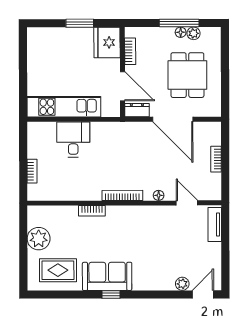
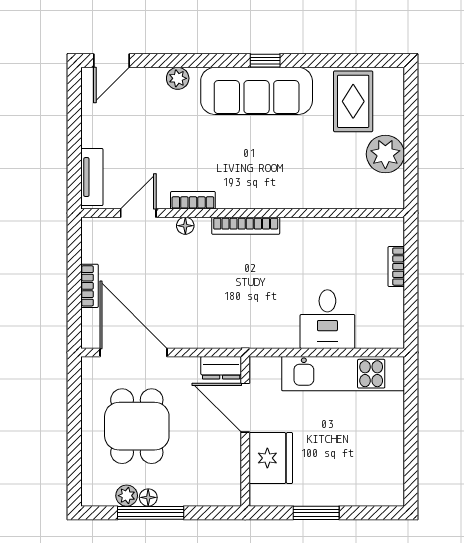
fridge: (107, 42) -> (271, 458), moved
bookcase: (130, 51) -> (232, 466), removed
door: (173, 119) -> (134, 352), moved
door: (187, 203) -> (138, 213), swing flipped
bookcase: (92, 211) -> (193, 200), moved
rug: (58, 270) -> (353, 101), turned 90
sofa: (107, 276) -> (257, 91), width x1.36
plant: (182, 284) -> (178, 78), moved

